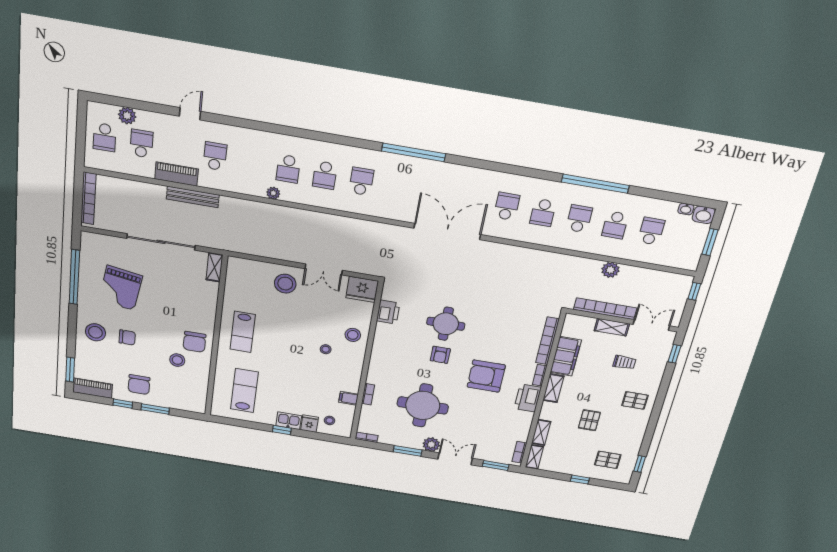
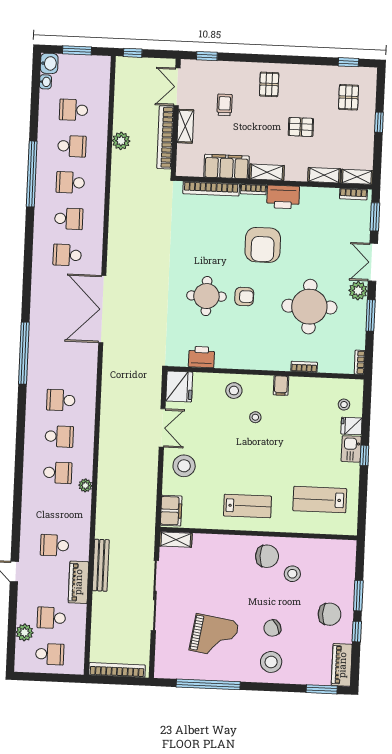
filing cabinet: (243, 267) -> (171, 511), added
chair: (127, 337) -> (272, 628), turned -118
filing cabinet: (349, 398) -> (281, 386), moved

